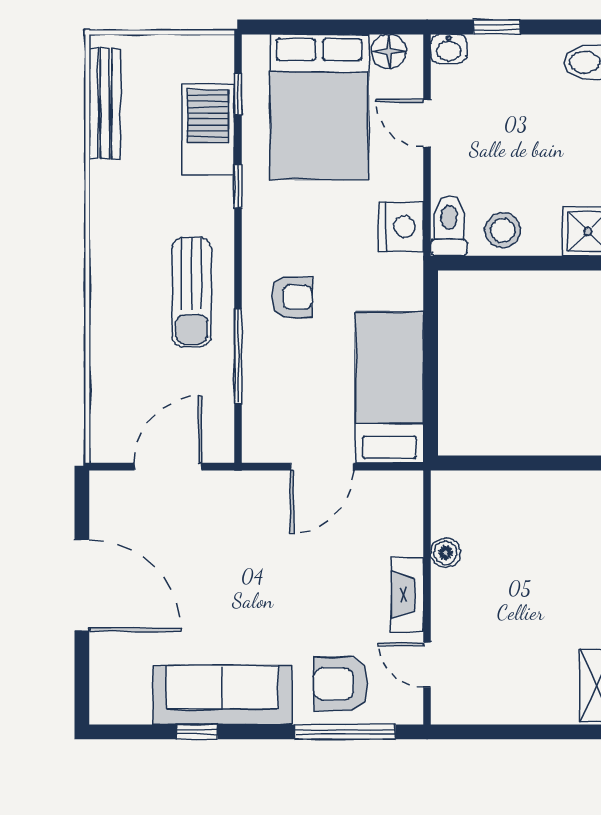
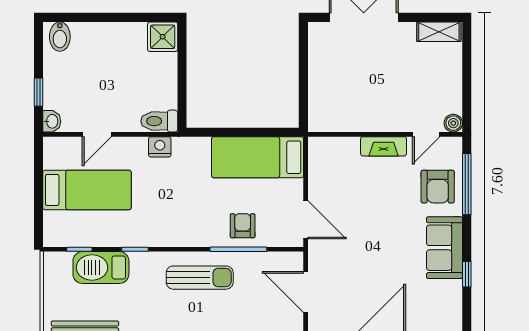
floor lamp: (389, 52) -> (53, 158), removed
bed: (319, 107) -> (87, 190), width x0.67
nightstand: (401, 227) -> (160, 147), width x0.74, depth x0.75
stool: (503, 230) -> (162, 88), removed
armchair: (292, 297) -> (243, 226), moved
door: (322, 467) -> (306, 220), moved
boiler: (446, 553) -> (453, 123), moved
sofa: (222, 695) -> (444, 248), width x0.73

